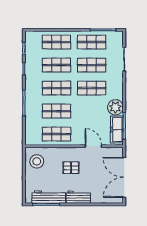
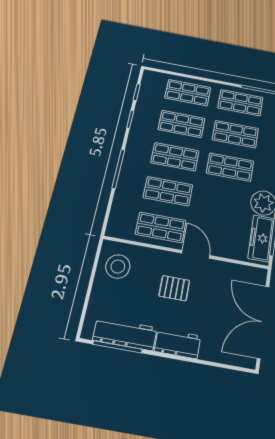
door: (93, 146) -> (196, 254), moved

